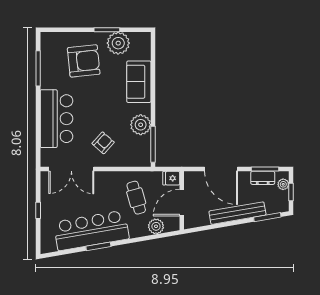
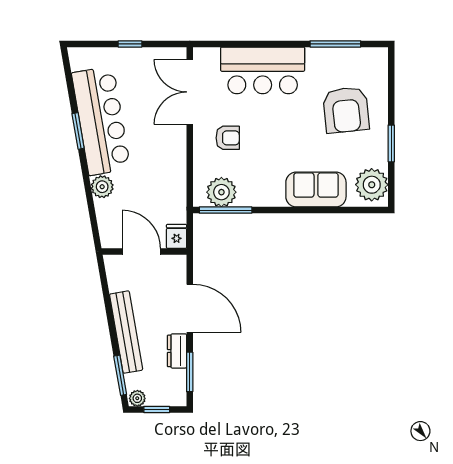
plant: (118, 43) -> (372, 185), moved
plant: (141, 125) -> (221, 192), moved
armchair: (103, 143) -> (228, 138), turned -42
door: (221, 169) -> (190, 308), swing flipped
dresser: (263, 178) -> (177, 351), moved
plant: (283, 184) -> (137, 398), moved
cafe table: (136, 198) -> (148, 186), removed
plant: (156, 226) -> (102, 187), moved

